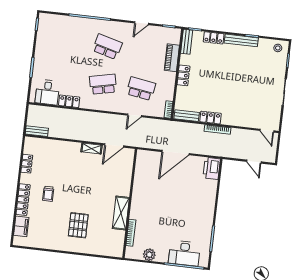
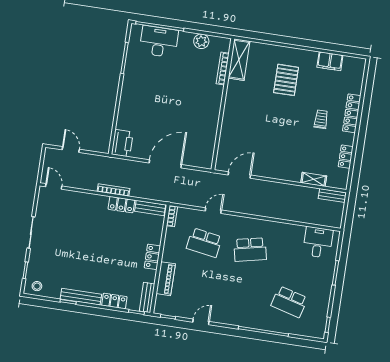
school desk: (107, 47) -> (289, 302), moved
locker: (69, 101) -> (292, 230), removed
shelving: (91, 148) -> (314, 179), moved
shelving: (121, 213) -> (239, 60), moved
filing cabinet: (21, 226) -> (330, 61), moved, turned -90

